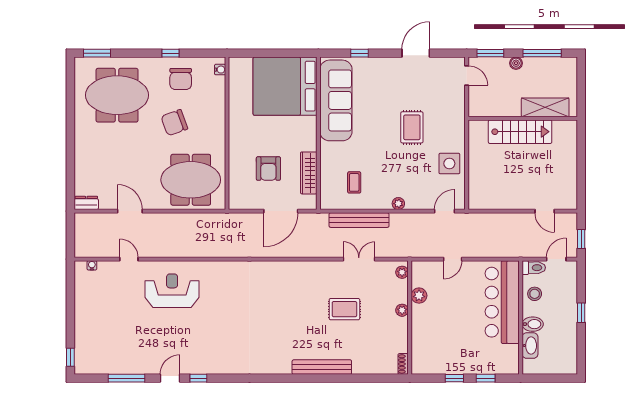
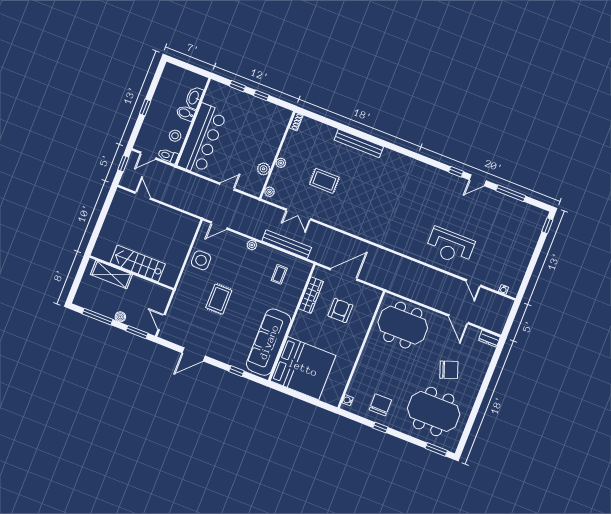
chair: (174, 123) -> (449, 370), moved

